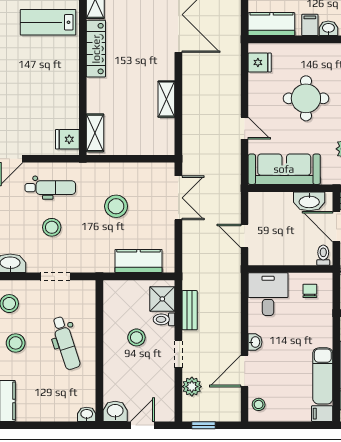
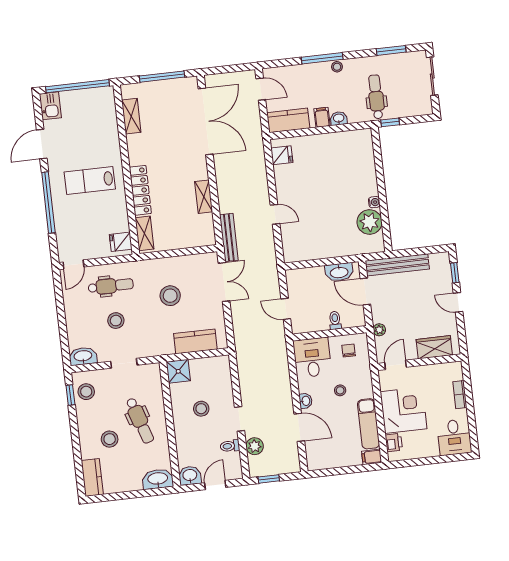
lab bench: (48, 22) -> (90, 180), moved
locker: (96, 49) -> (140, 190), moved
round table: (306, 98) -> (326, 182), removed
sofa: (284, 169) -> (314, 246), removed
toilet: (323, 255) -> (335, 320), moved
shower: (162, 299) -> (178, 371), moved
bench: (190, 310) -> (229, 237), moved, width x1.36
toilet: (164, 319) -> (230, 446), moved
stool: (16, 343) -> (110, 439), moved
door: (245, 371) -> (299, 427), swing flipped
stool: (259, 404) -> (340, 390), moved
washbasin: (87, 414) -> (158, 479), width x1.91, depth x1.45

